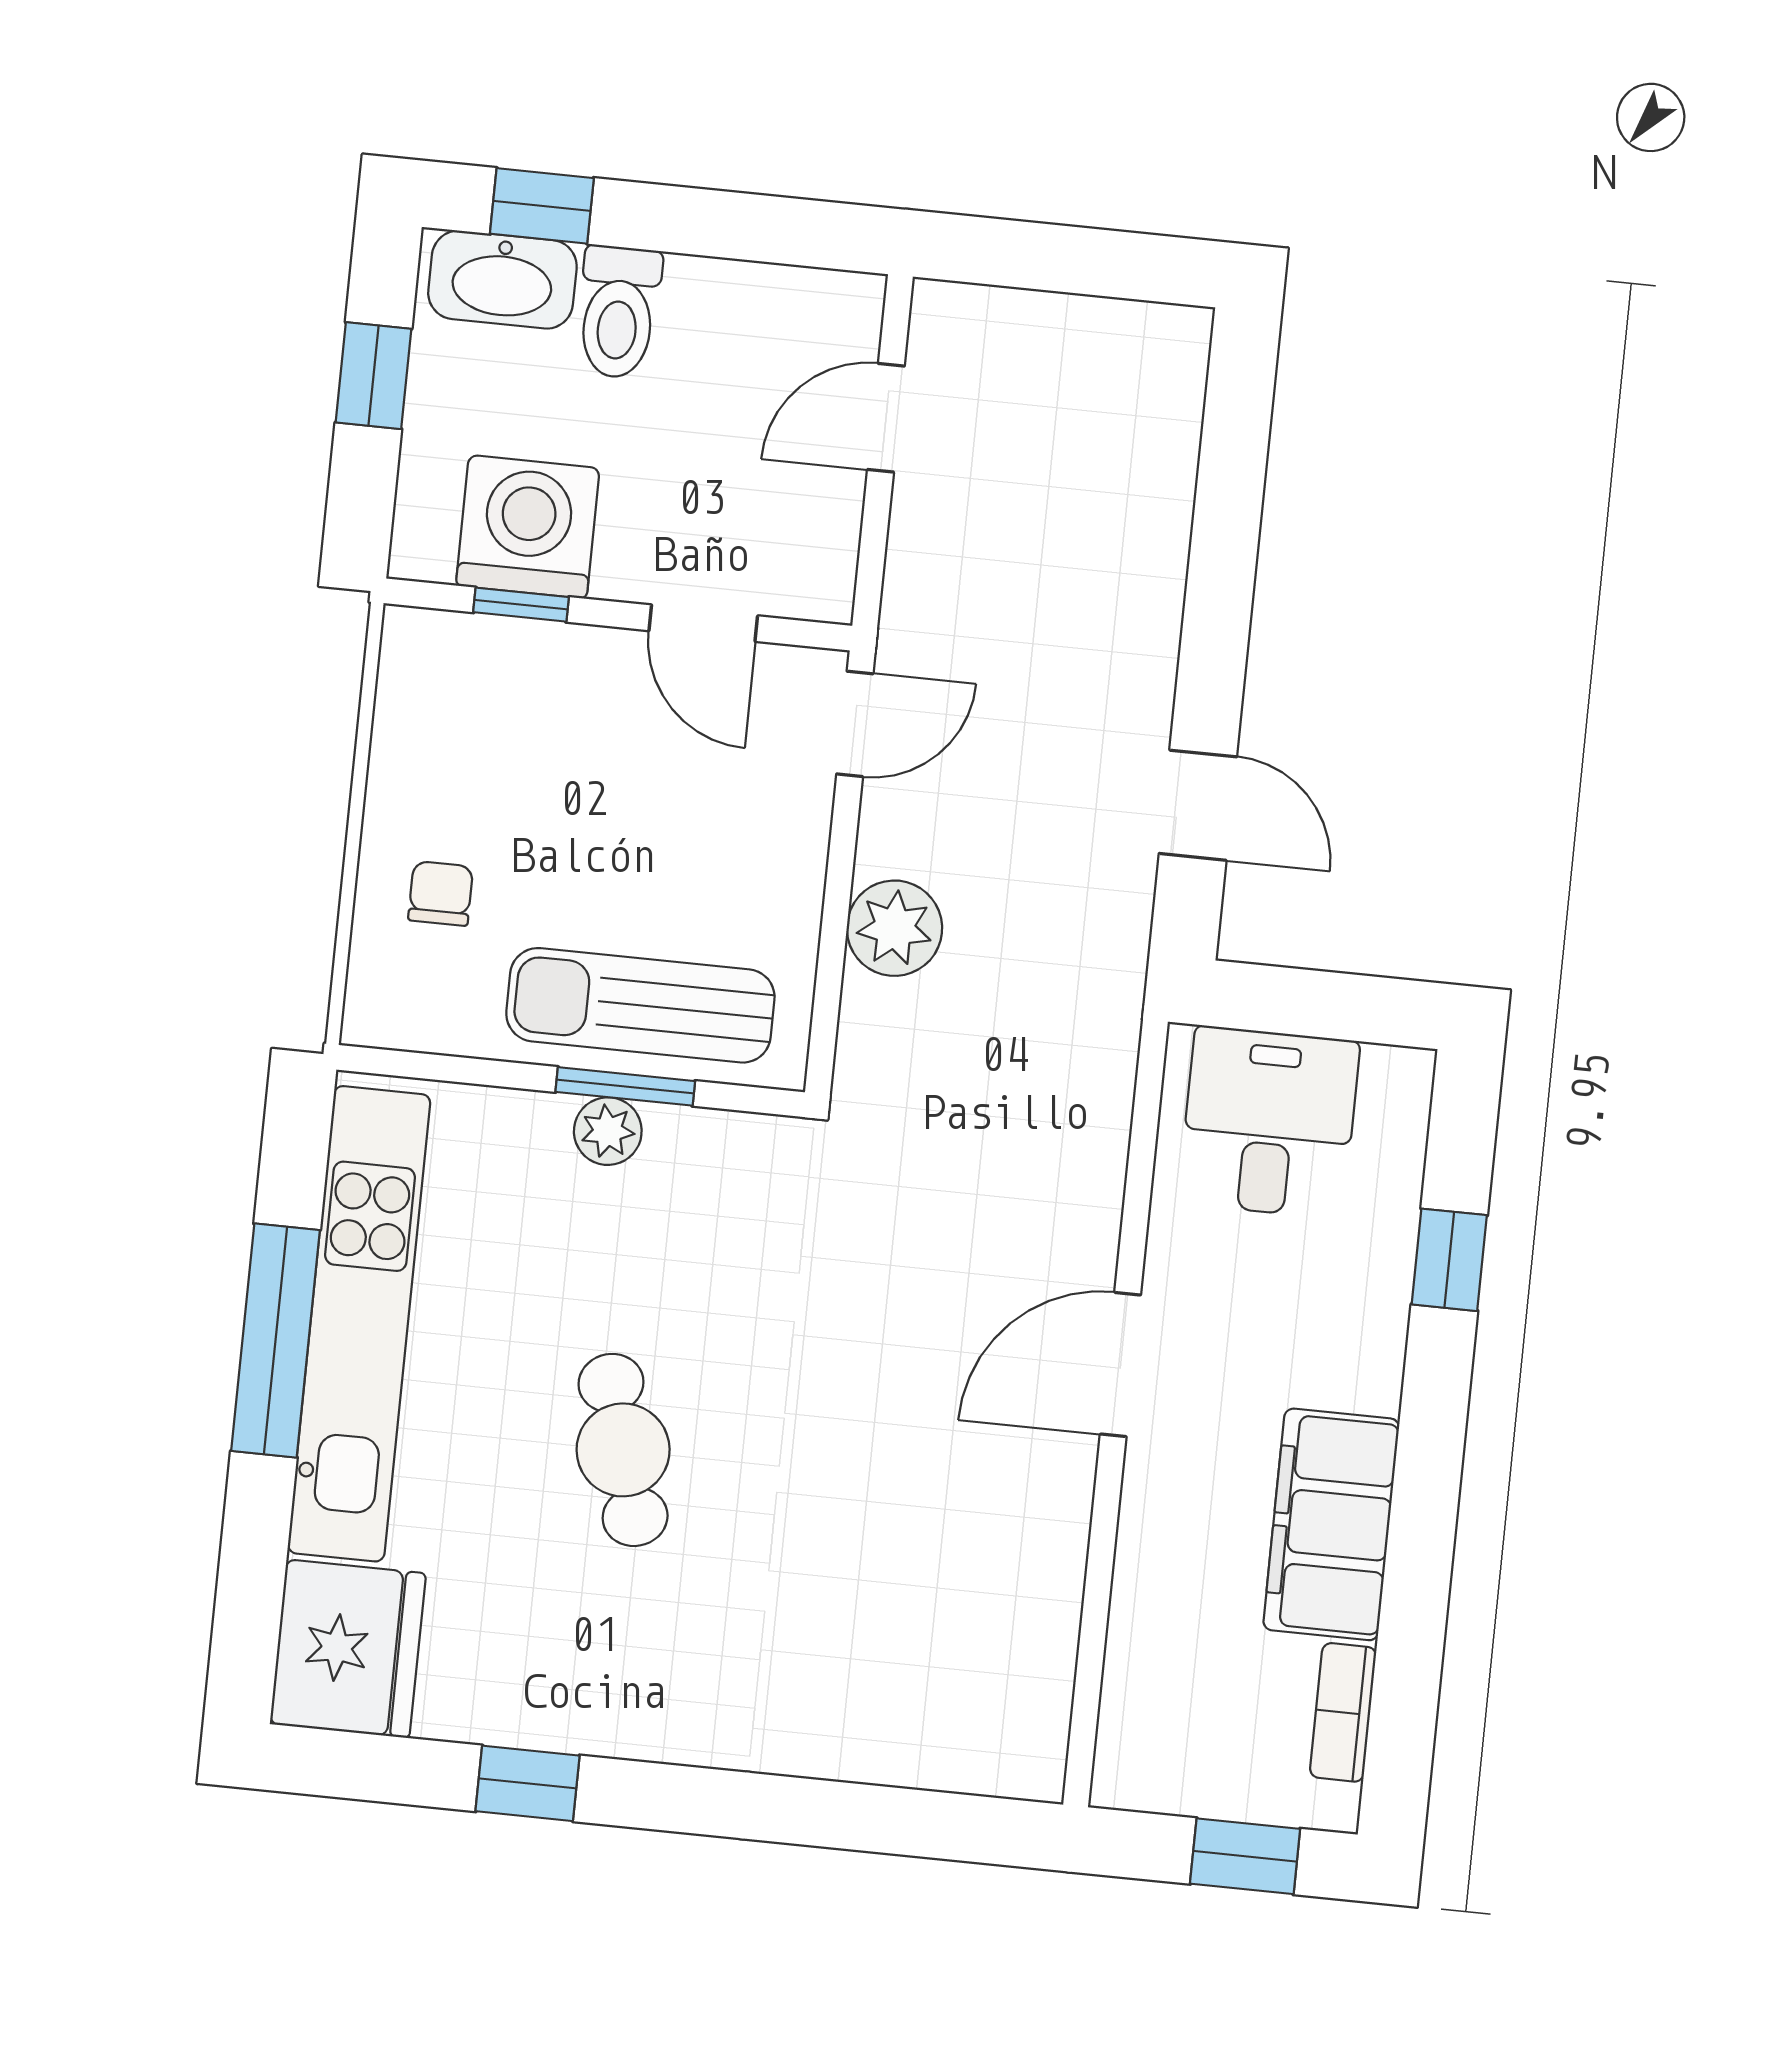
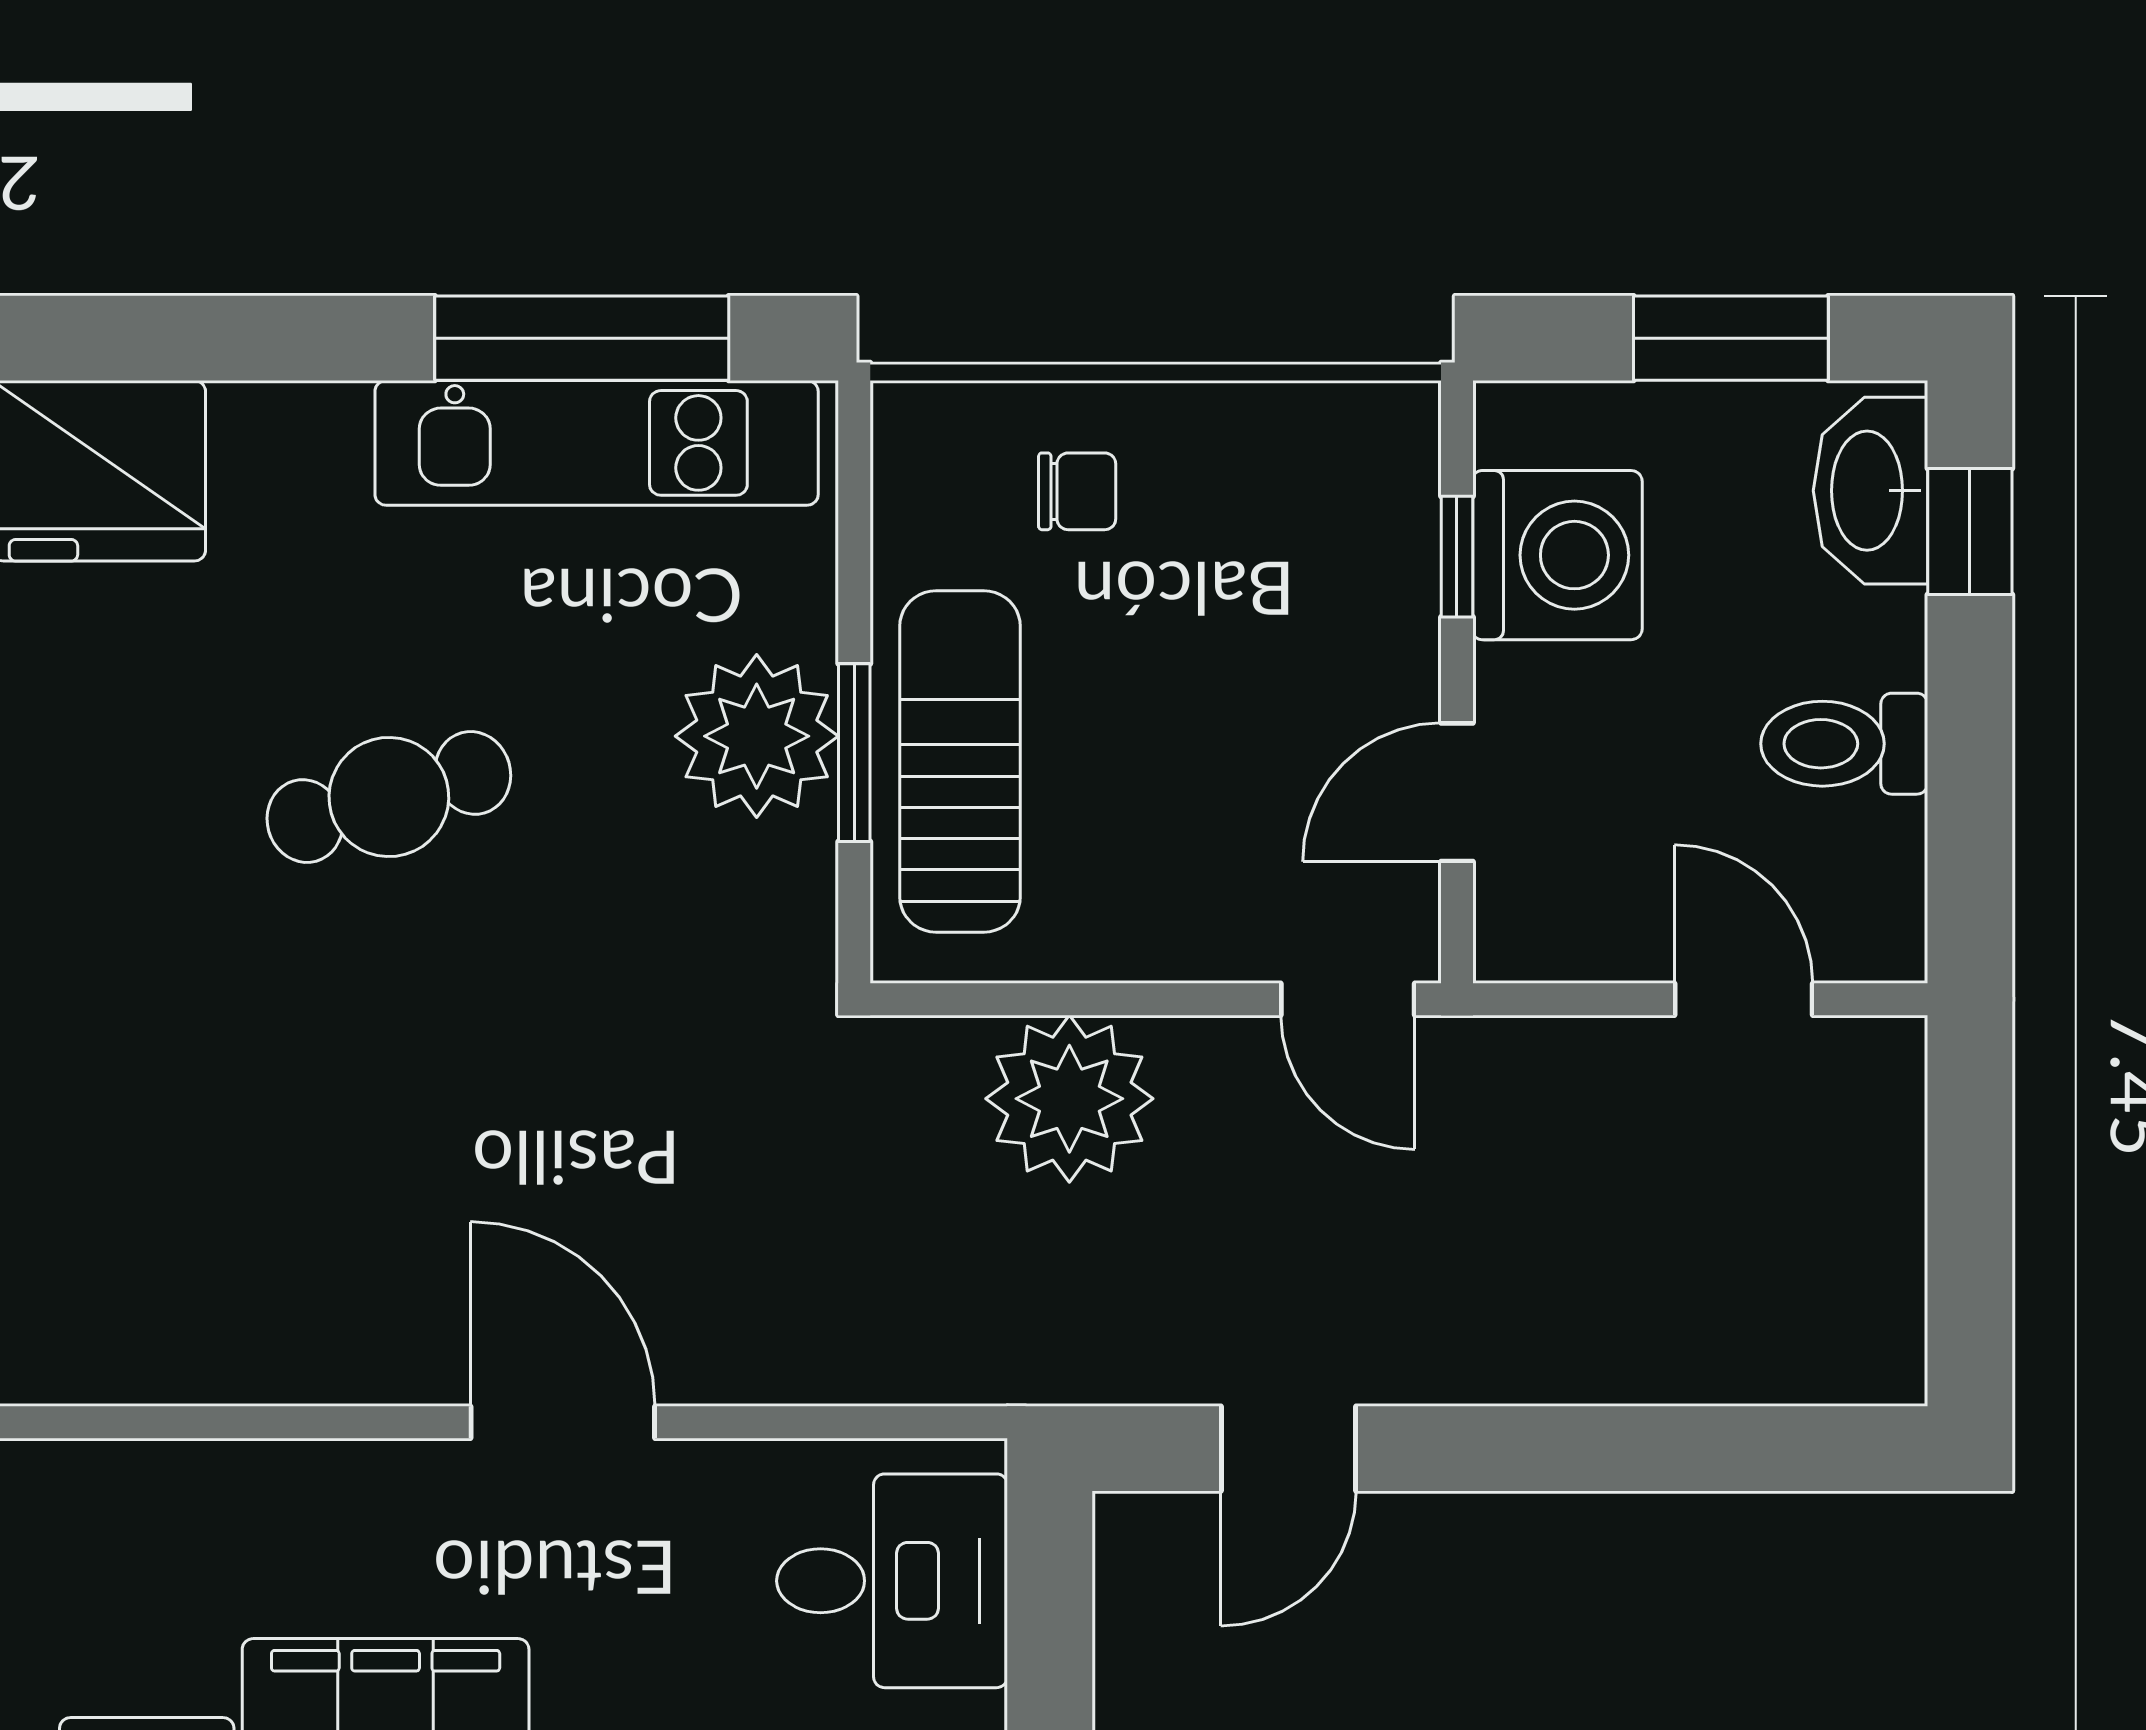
toilet: (618, 312) -> (1844, 744), moved
window: (374, 376) -> (1731, 338), width x1.50
plant: (894, 928) -> (1069, 1099), width x1.36, depth x1.36
plant: (608, 1131) -> (757, 736), width x1.88, depth x1.88
kitchen unit: (359, 1324) -> (597, 443), width x0.73
window: (276, 1340) -> (582, 338), moved

